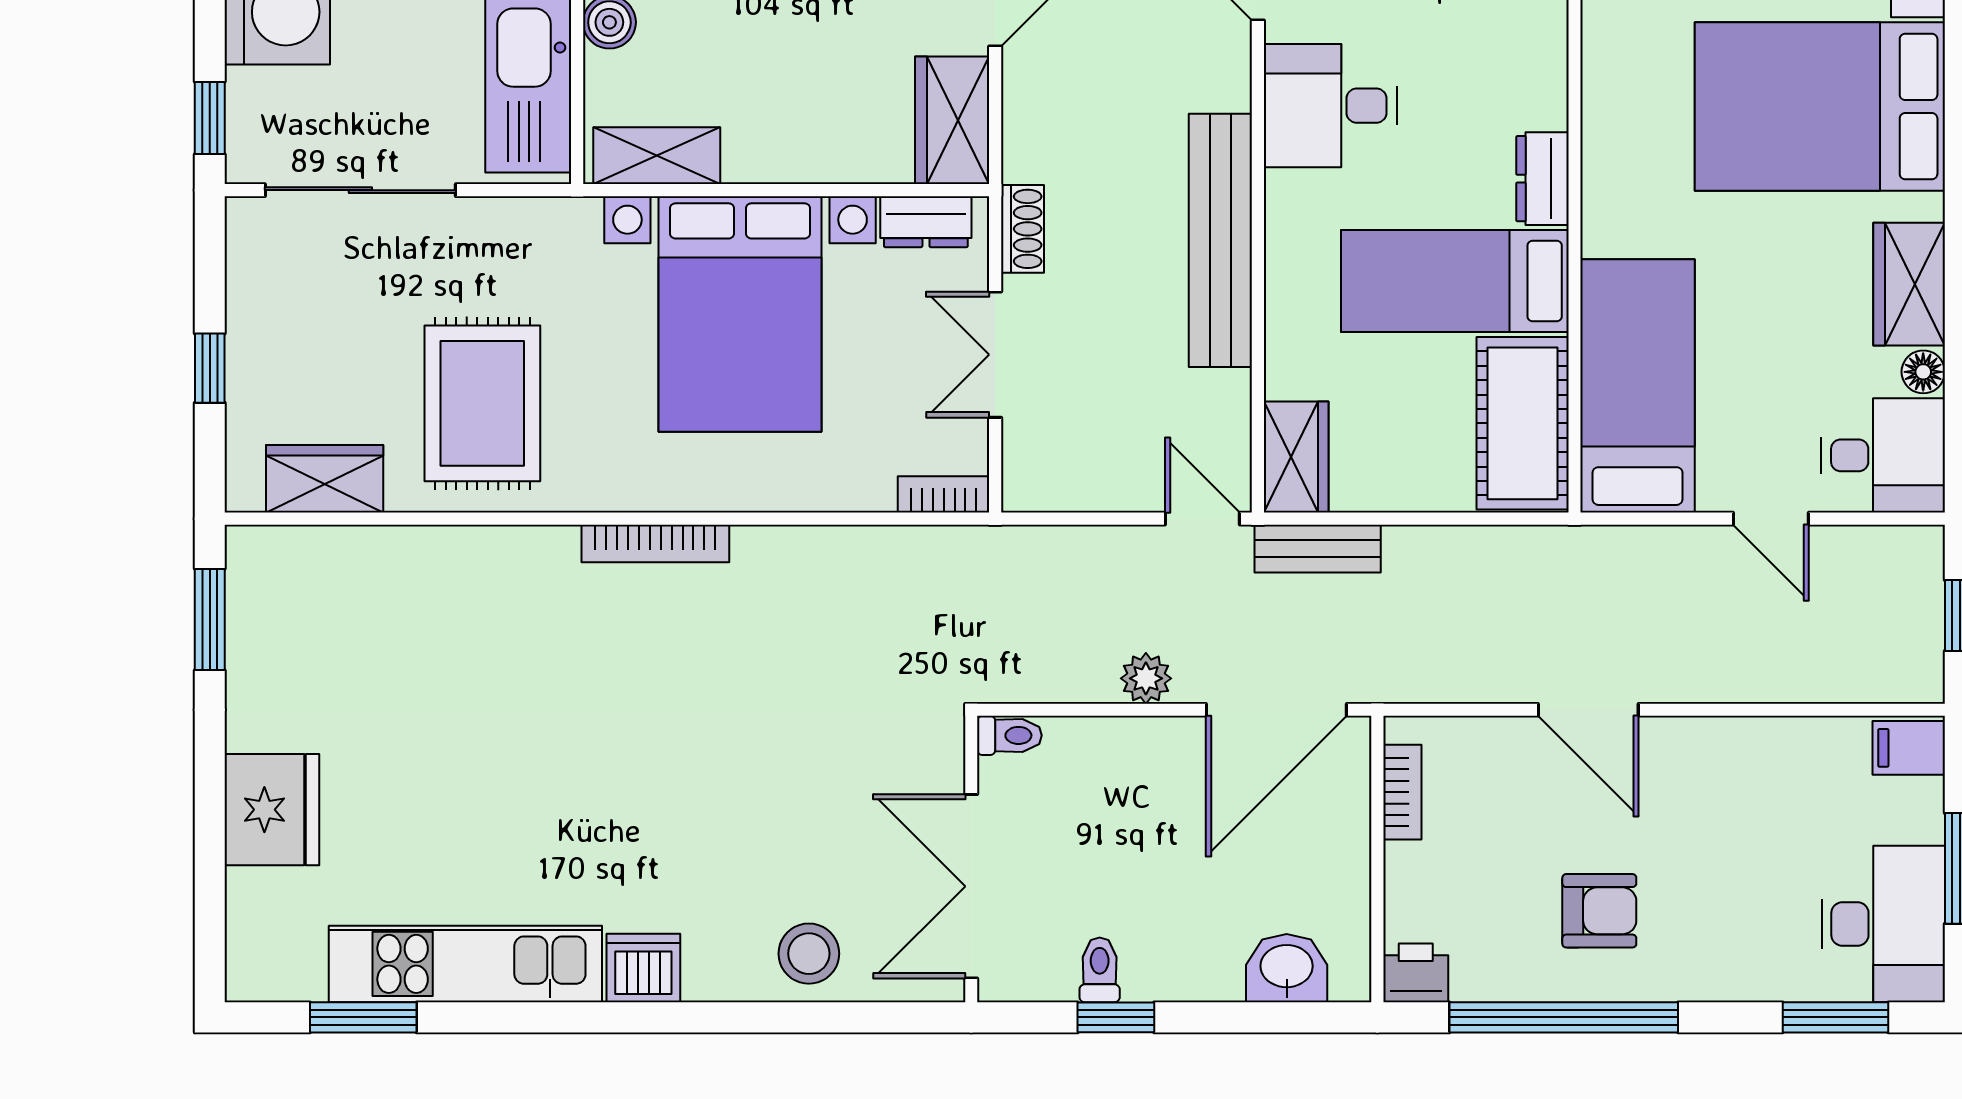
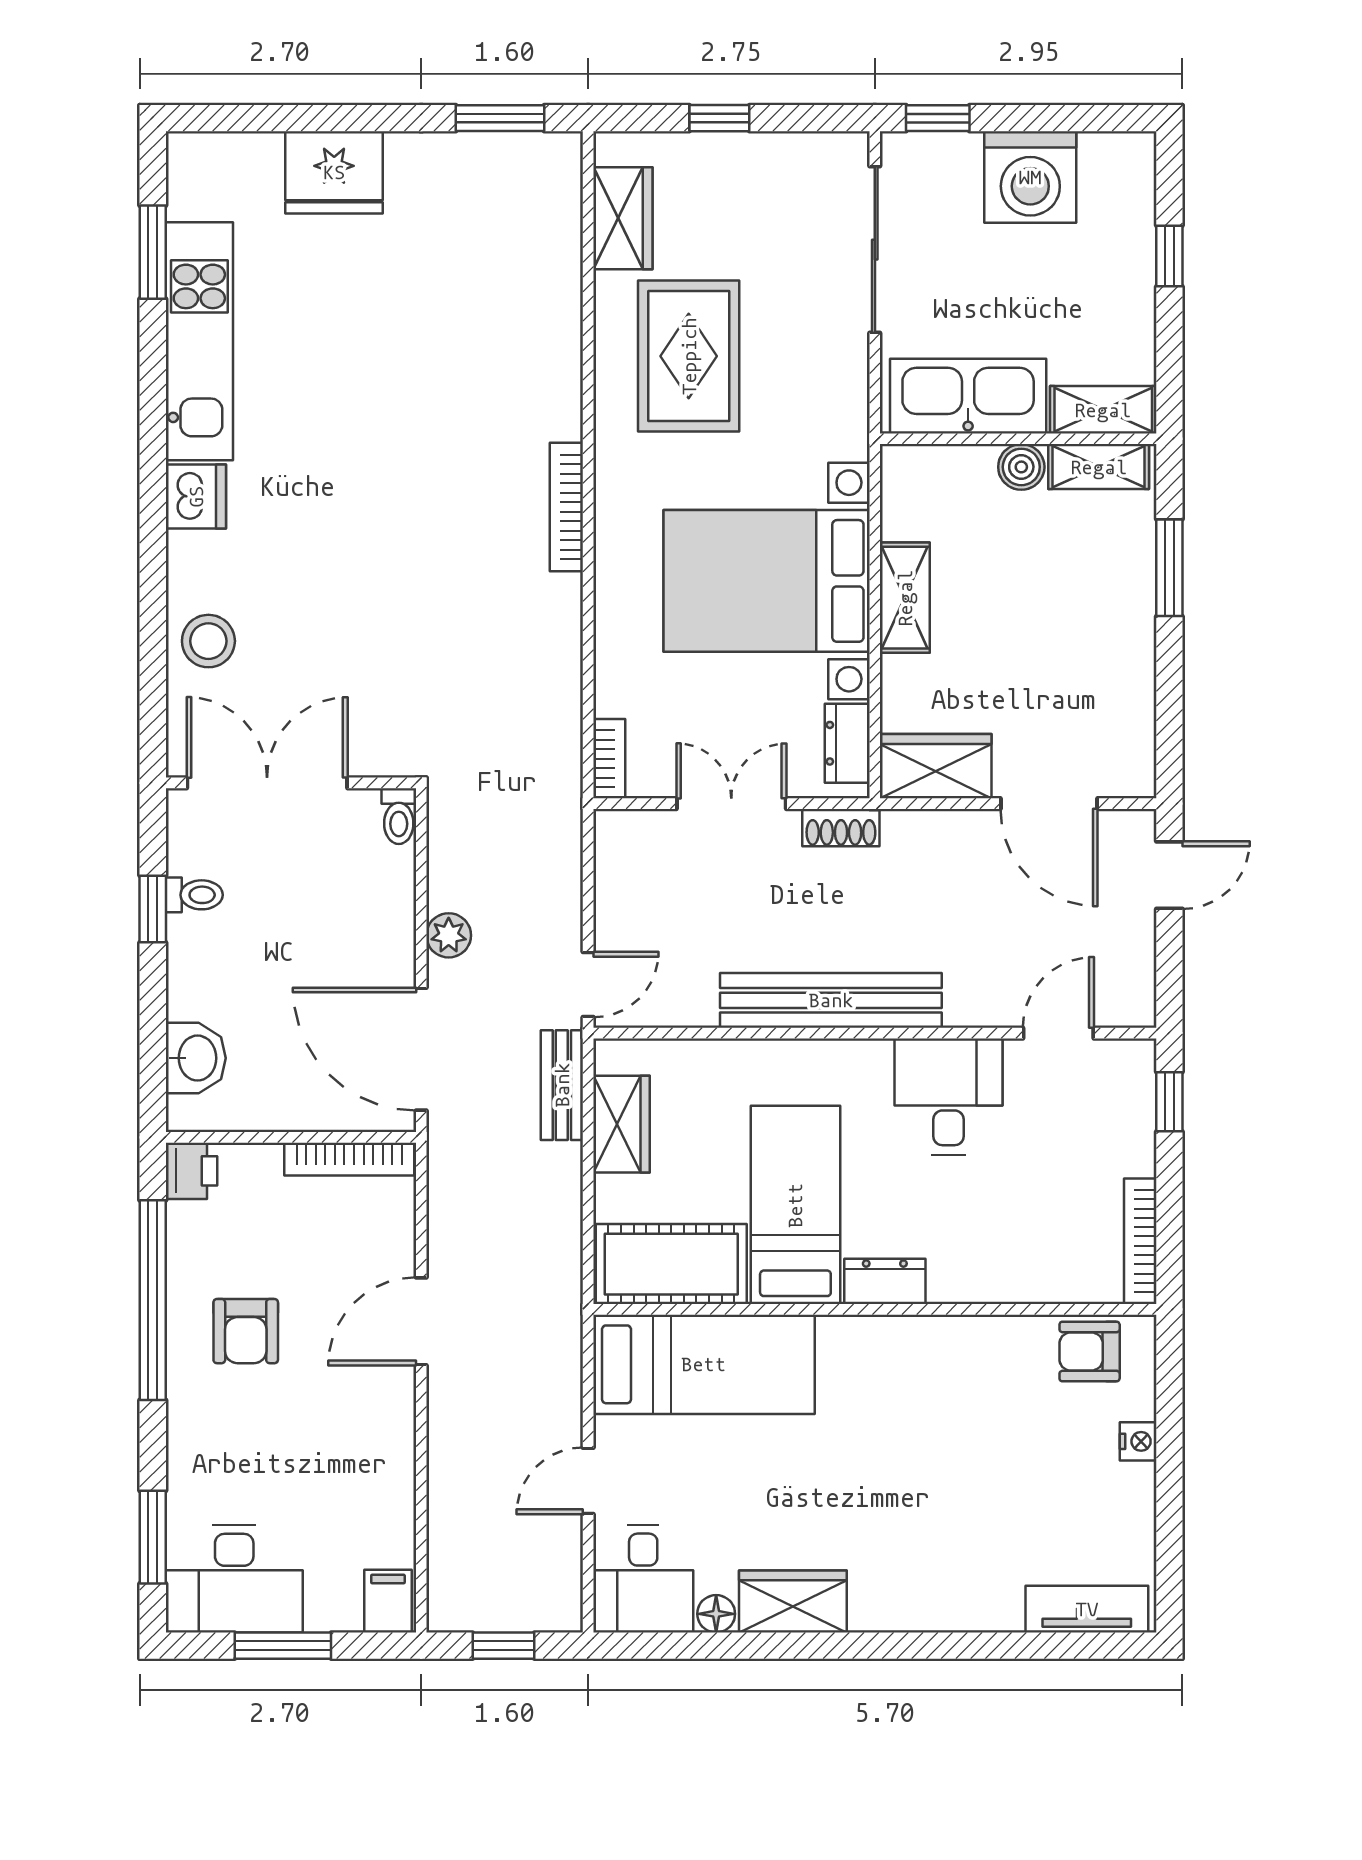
bed: (1820, 107) -> (948, 1524), removed
shelving: (657, 156) -> (905, 598), moved
rug: (482, 403) -> (689, 356), turned 90
wardrobe: (1296, 457) -> (621, 1124), moved, turned -90
bookcase: (1402, 792) -> (349, 1159), width x1.56

